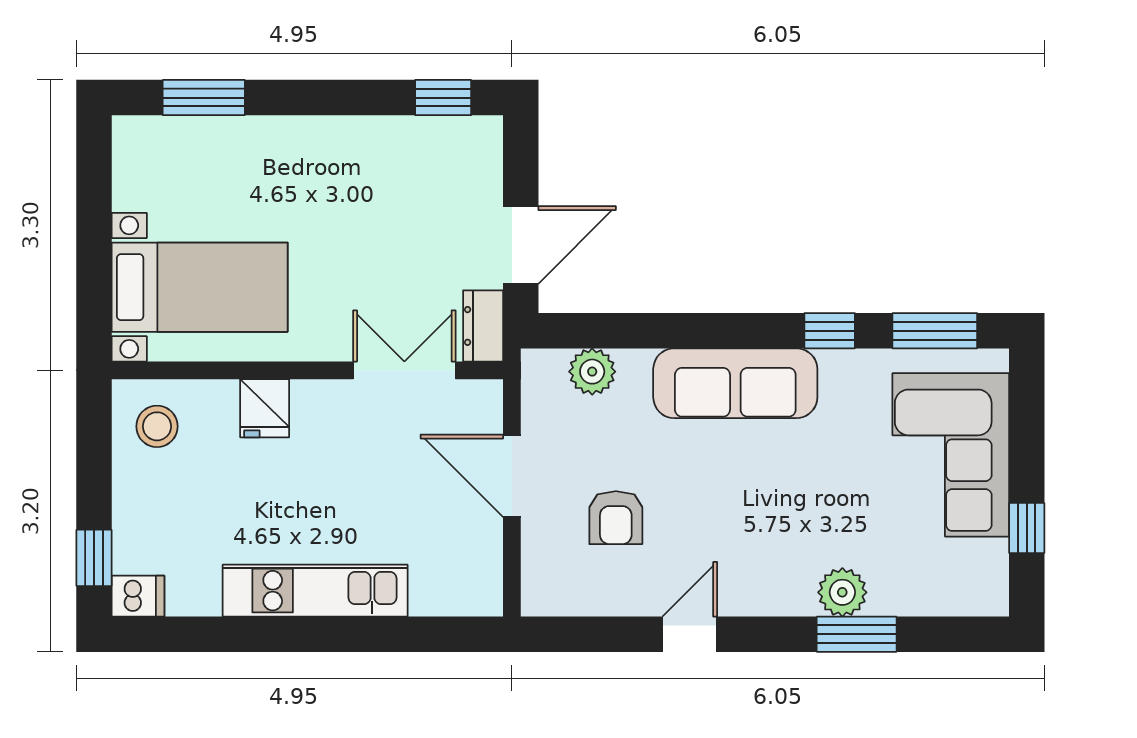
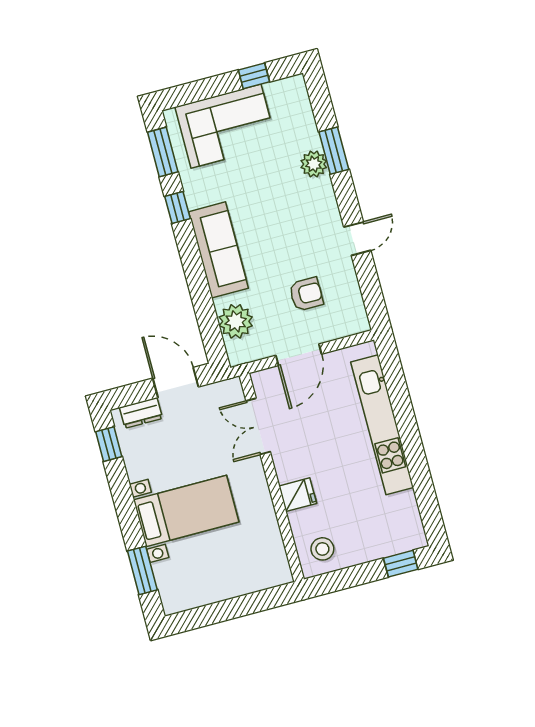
bed with nightstands: (200, 287) -> (186, 511), moved, turned 90
dresser: (483, 326) -> (141, 413), moved
plant: (592, 372) -> (236, 321), width x1.36, depth x1.36
kitchen unit: (315, 591) -> (382, 425), width x1.36
dishwasher: (138, 596) -> (415, 535), removed
door: (690, 634) -> (357, 239), swing flipped

